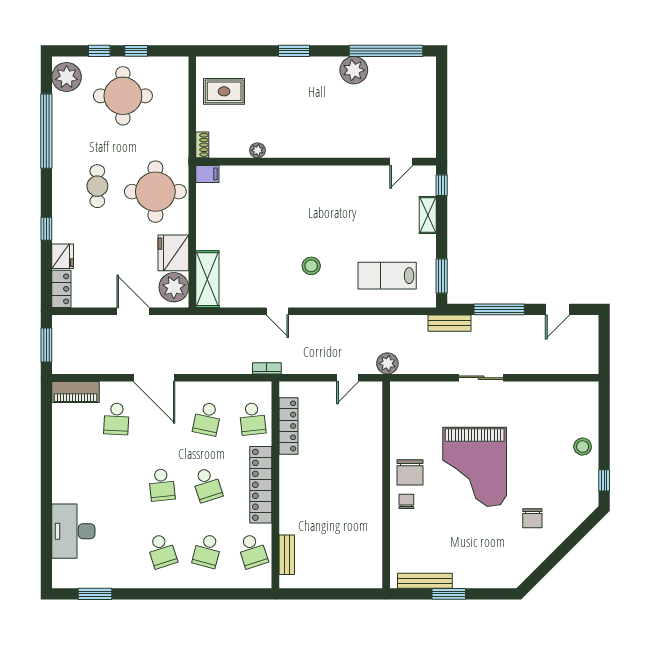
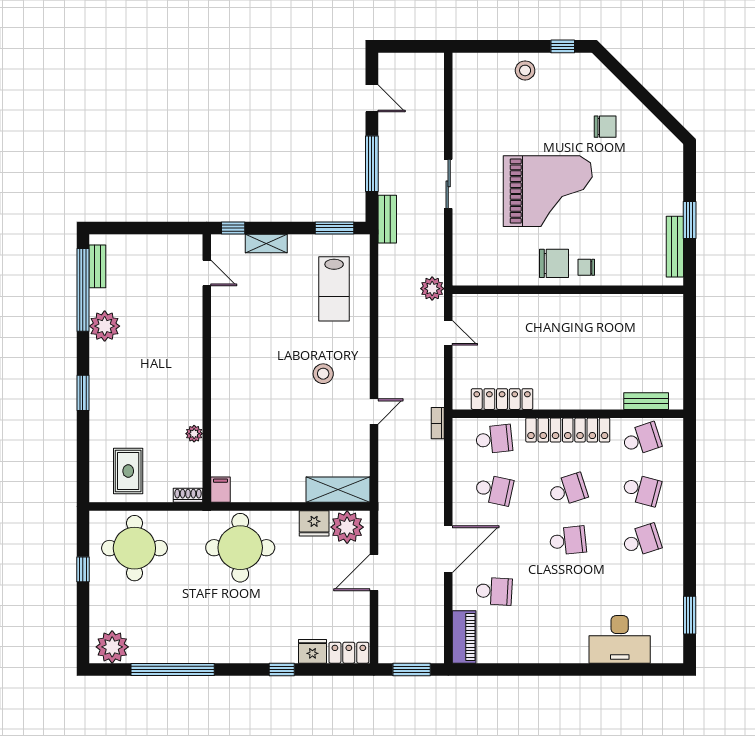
window: (99, 51) -> (83, 610), removed
bench: (407, 64) -> (97, 266), added
round table: (123, 96) -> (134, 548), moved
cafe table: (97, 186) -> (234, 613), removed
fridge: (173, 253) -> (314, 523), width x0.73, depth x0.75

